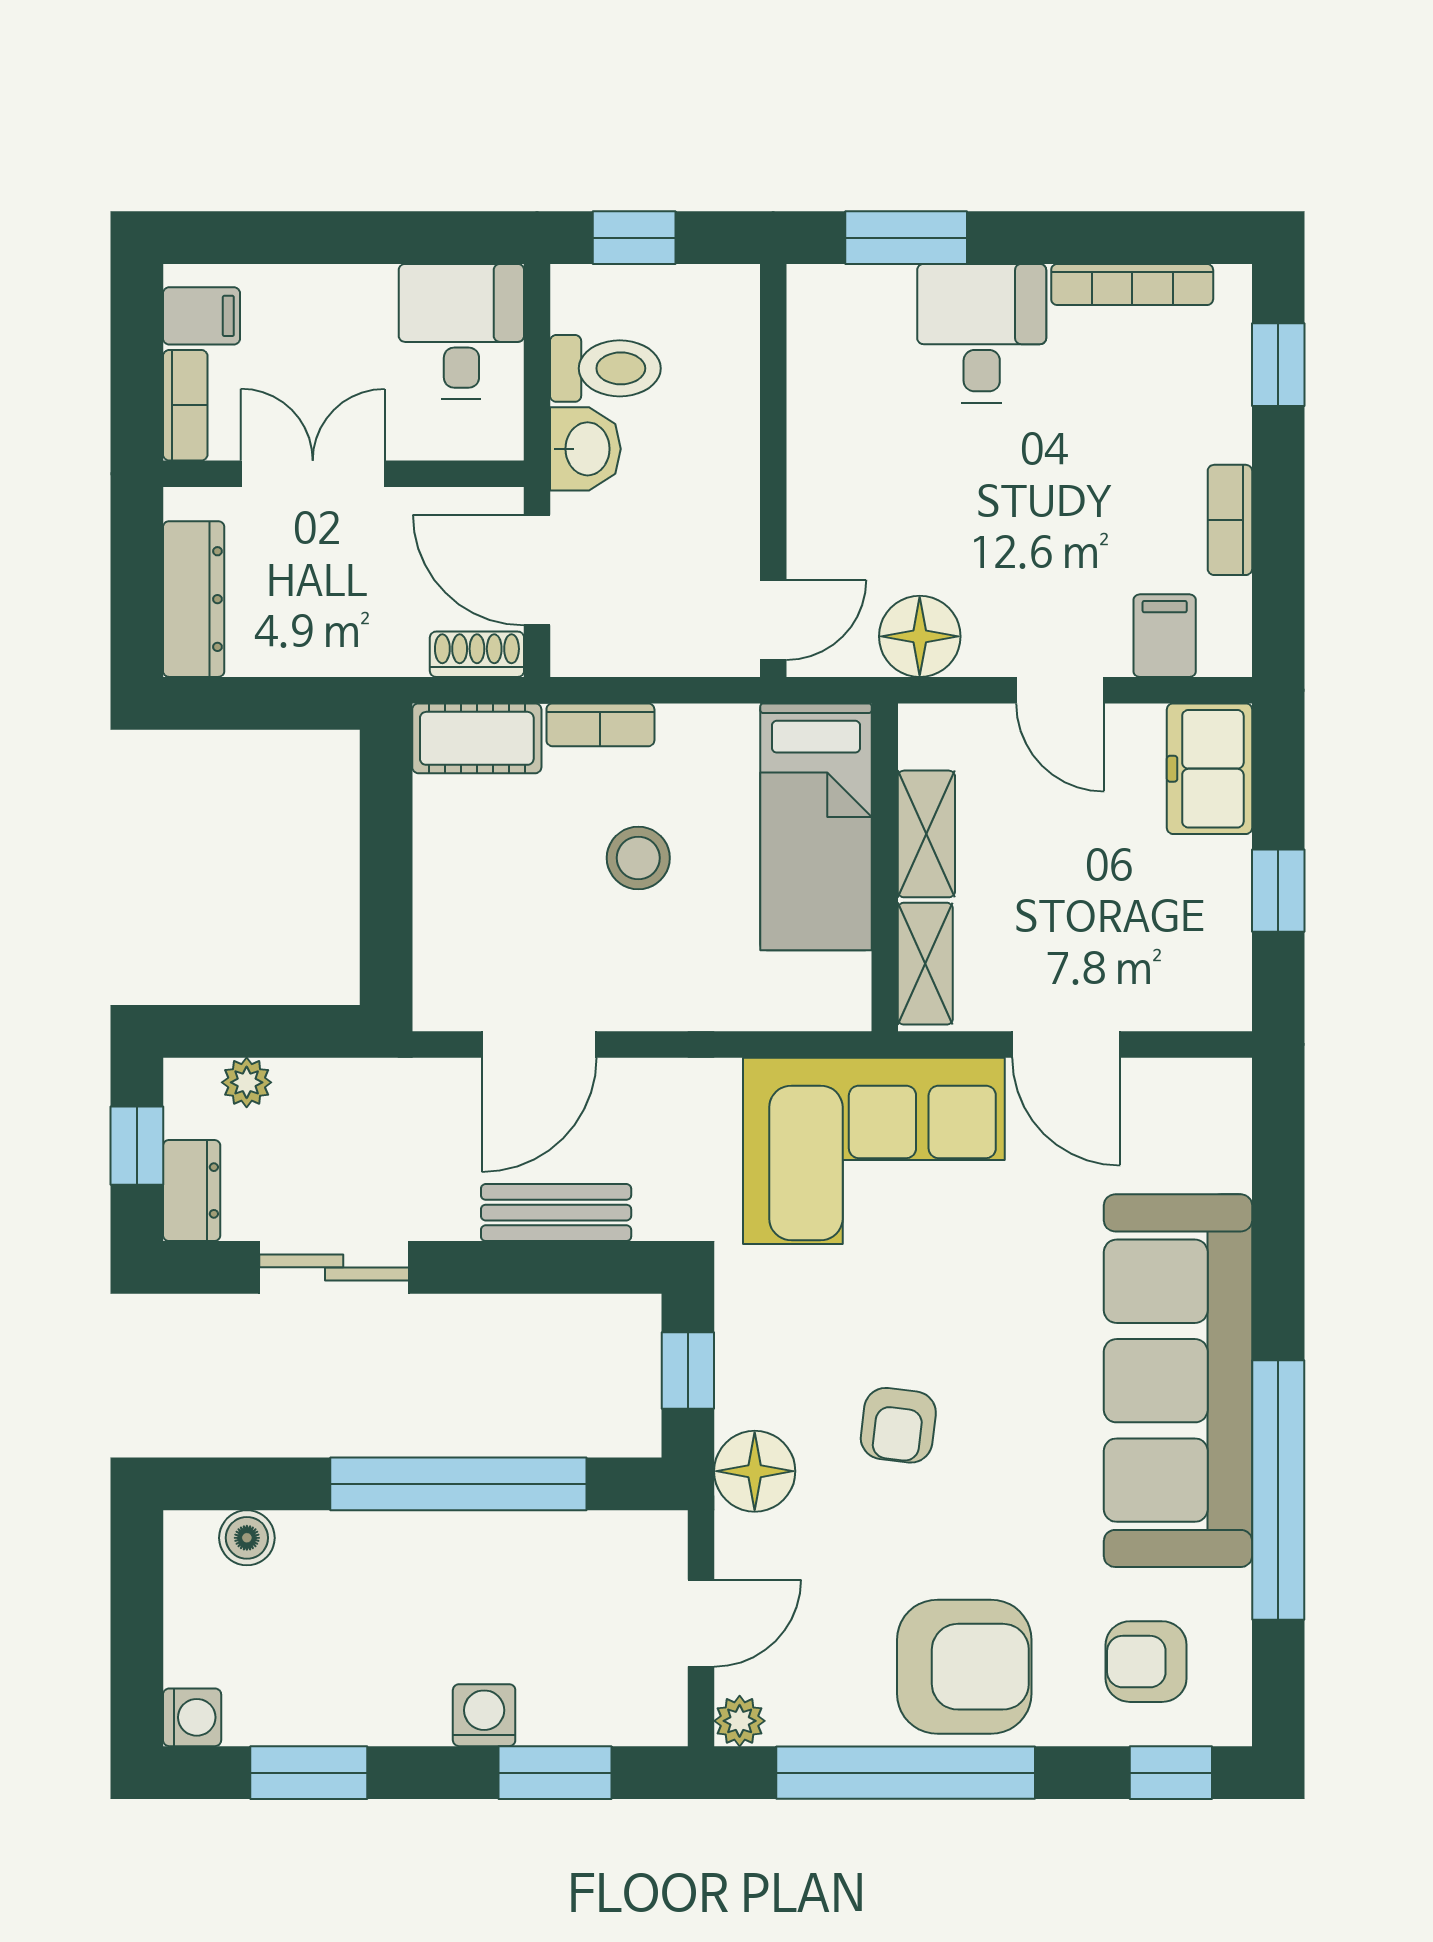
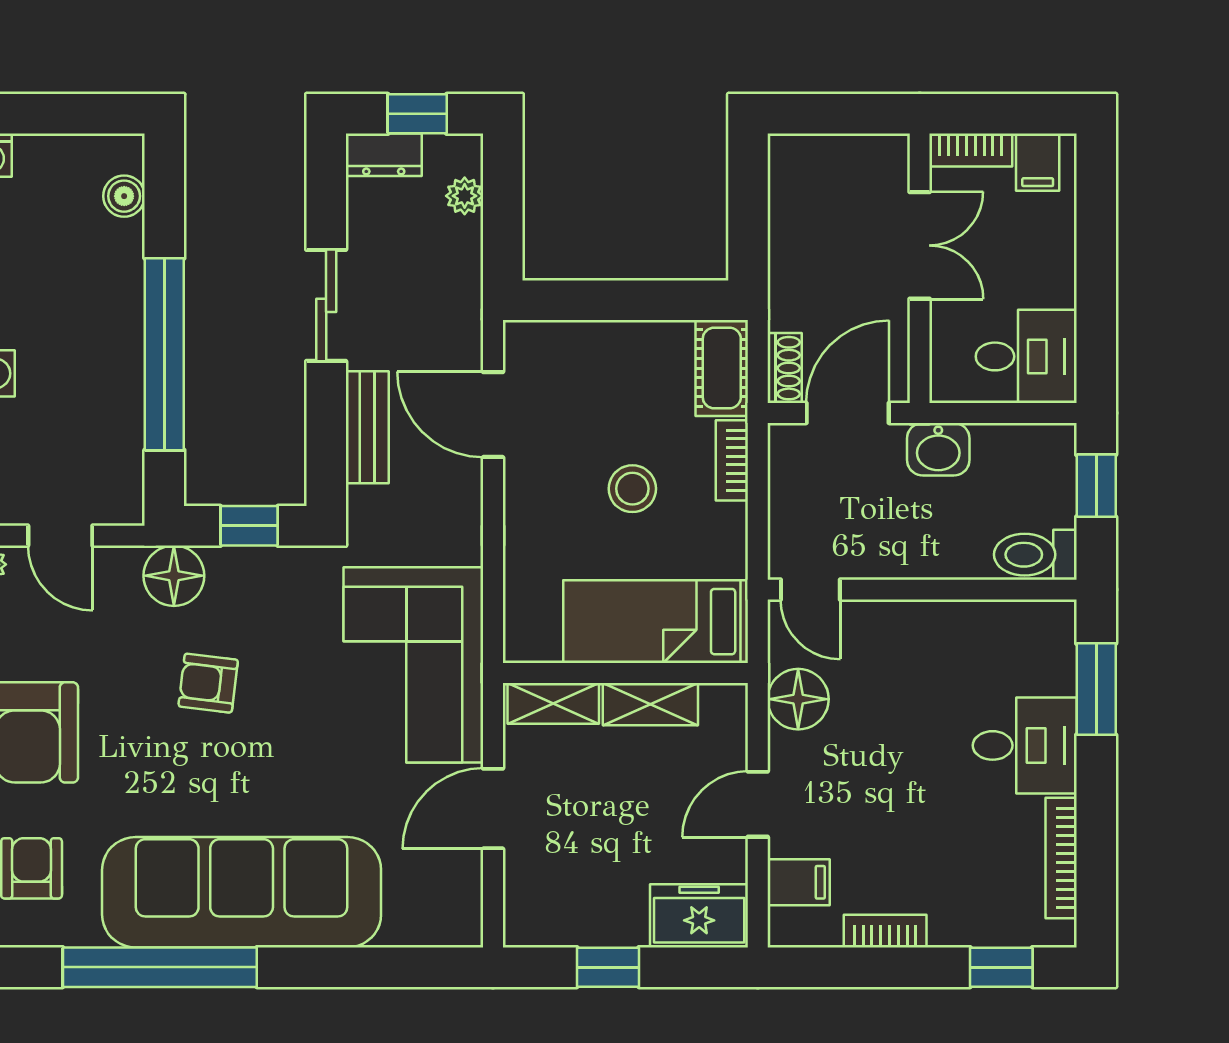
toilet: (605, 368) -> (1035, 555), moved, turned 90
dresser: (194, 599) -> (826, 156), removed
sliding door: (334, 1267) -> (326, 305), moved

